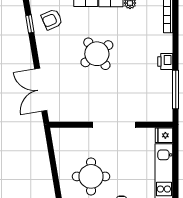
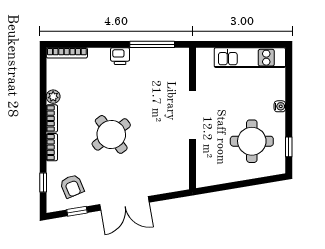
double door: (41, 90) -> (124, 203), moved
fridge: (164, 135) -> (205, 58), removed

